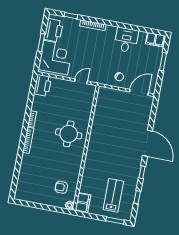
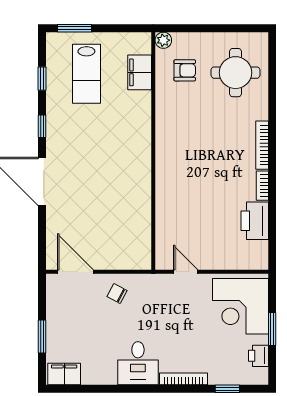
printer: (54, 30) -> (259, 356), width x0.53, depth x0.68
desk: (126, 40) -> (138, 363), moved
door: (81, 81) -> (186, 272), swing flipped
printer: (43, 85) -> (255, 221), moved
door: (139, 92) -> (75, 272), swing flipped
round table: (69, 134) -> (235, 73), moved
filing cabinet: (83, 203) -> (140, 72), moved

